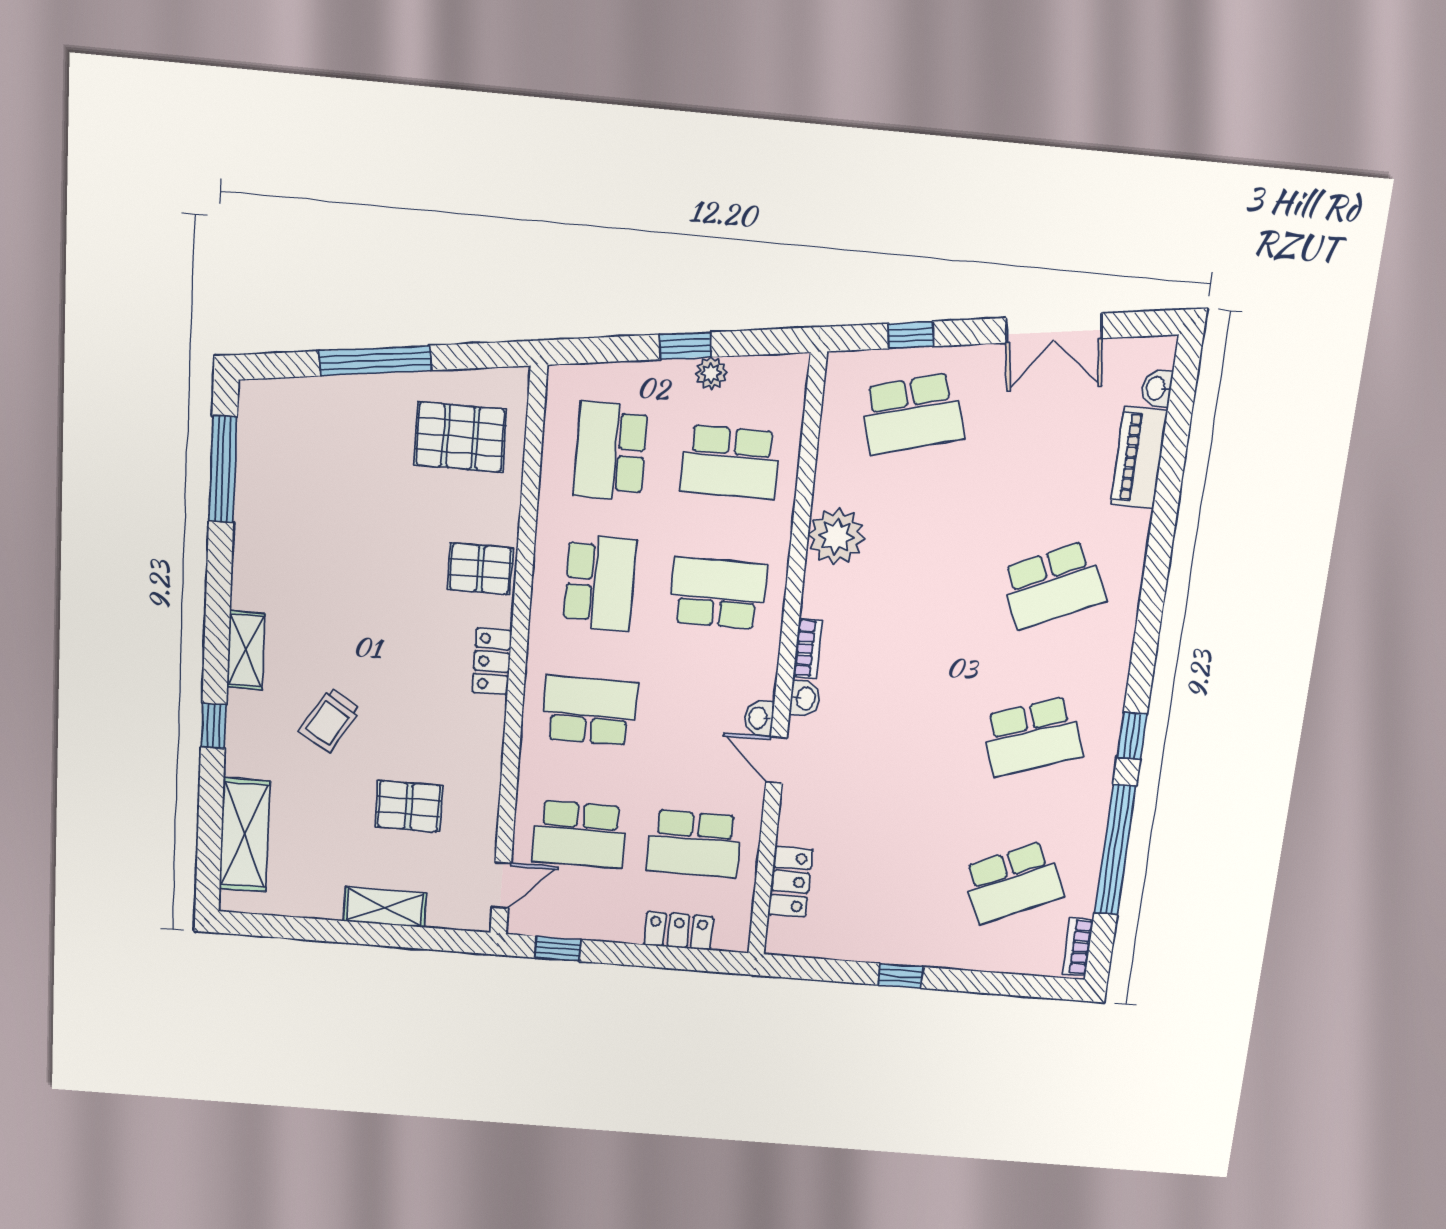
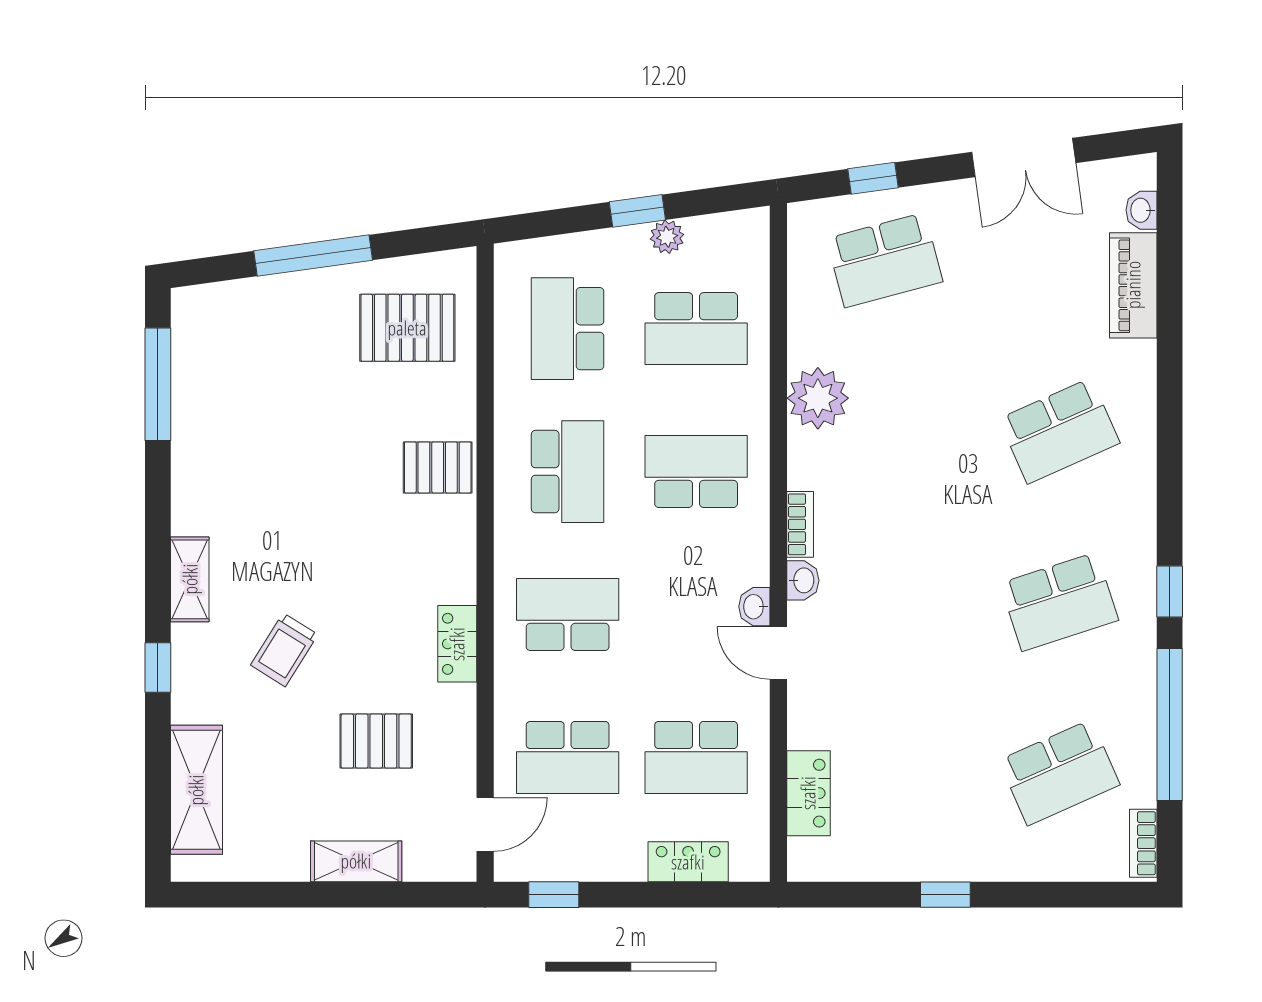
locker: (492, 662) -> (457, 644), moved

